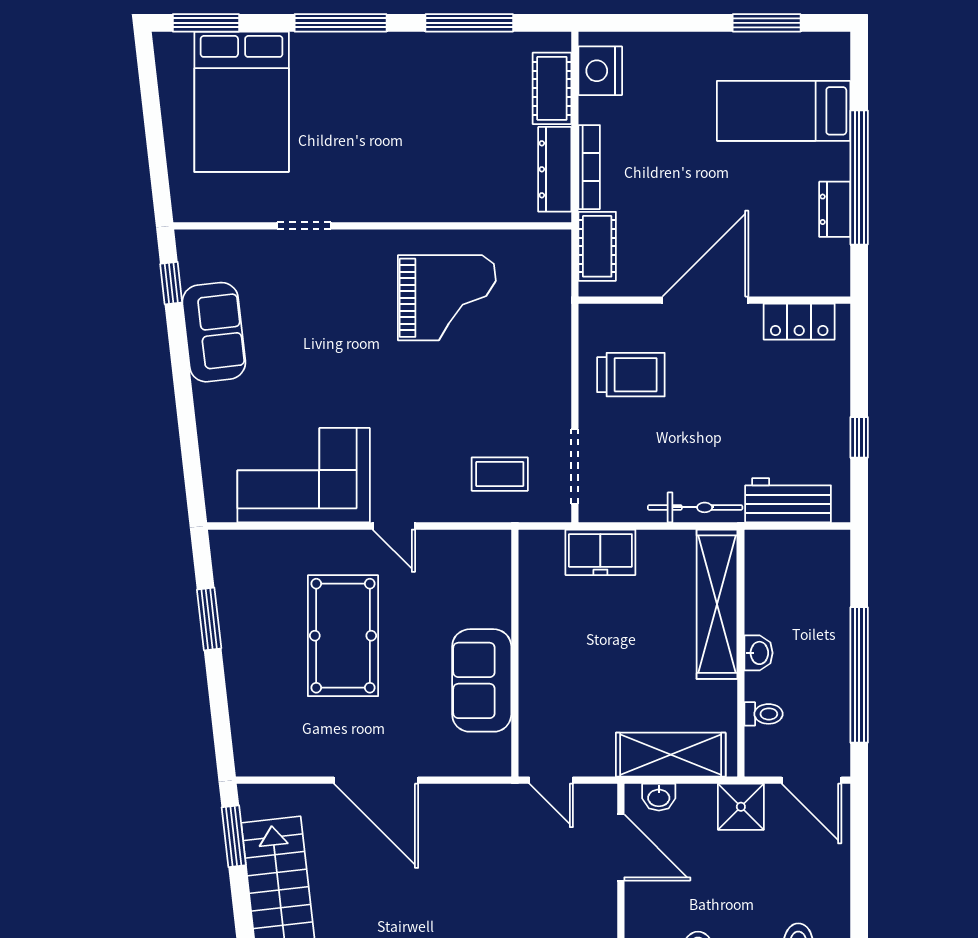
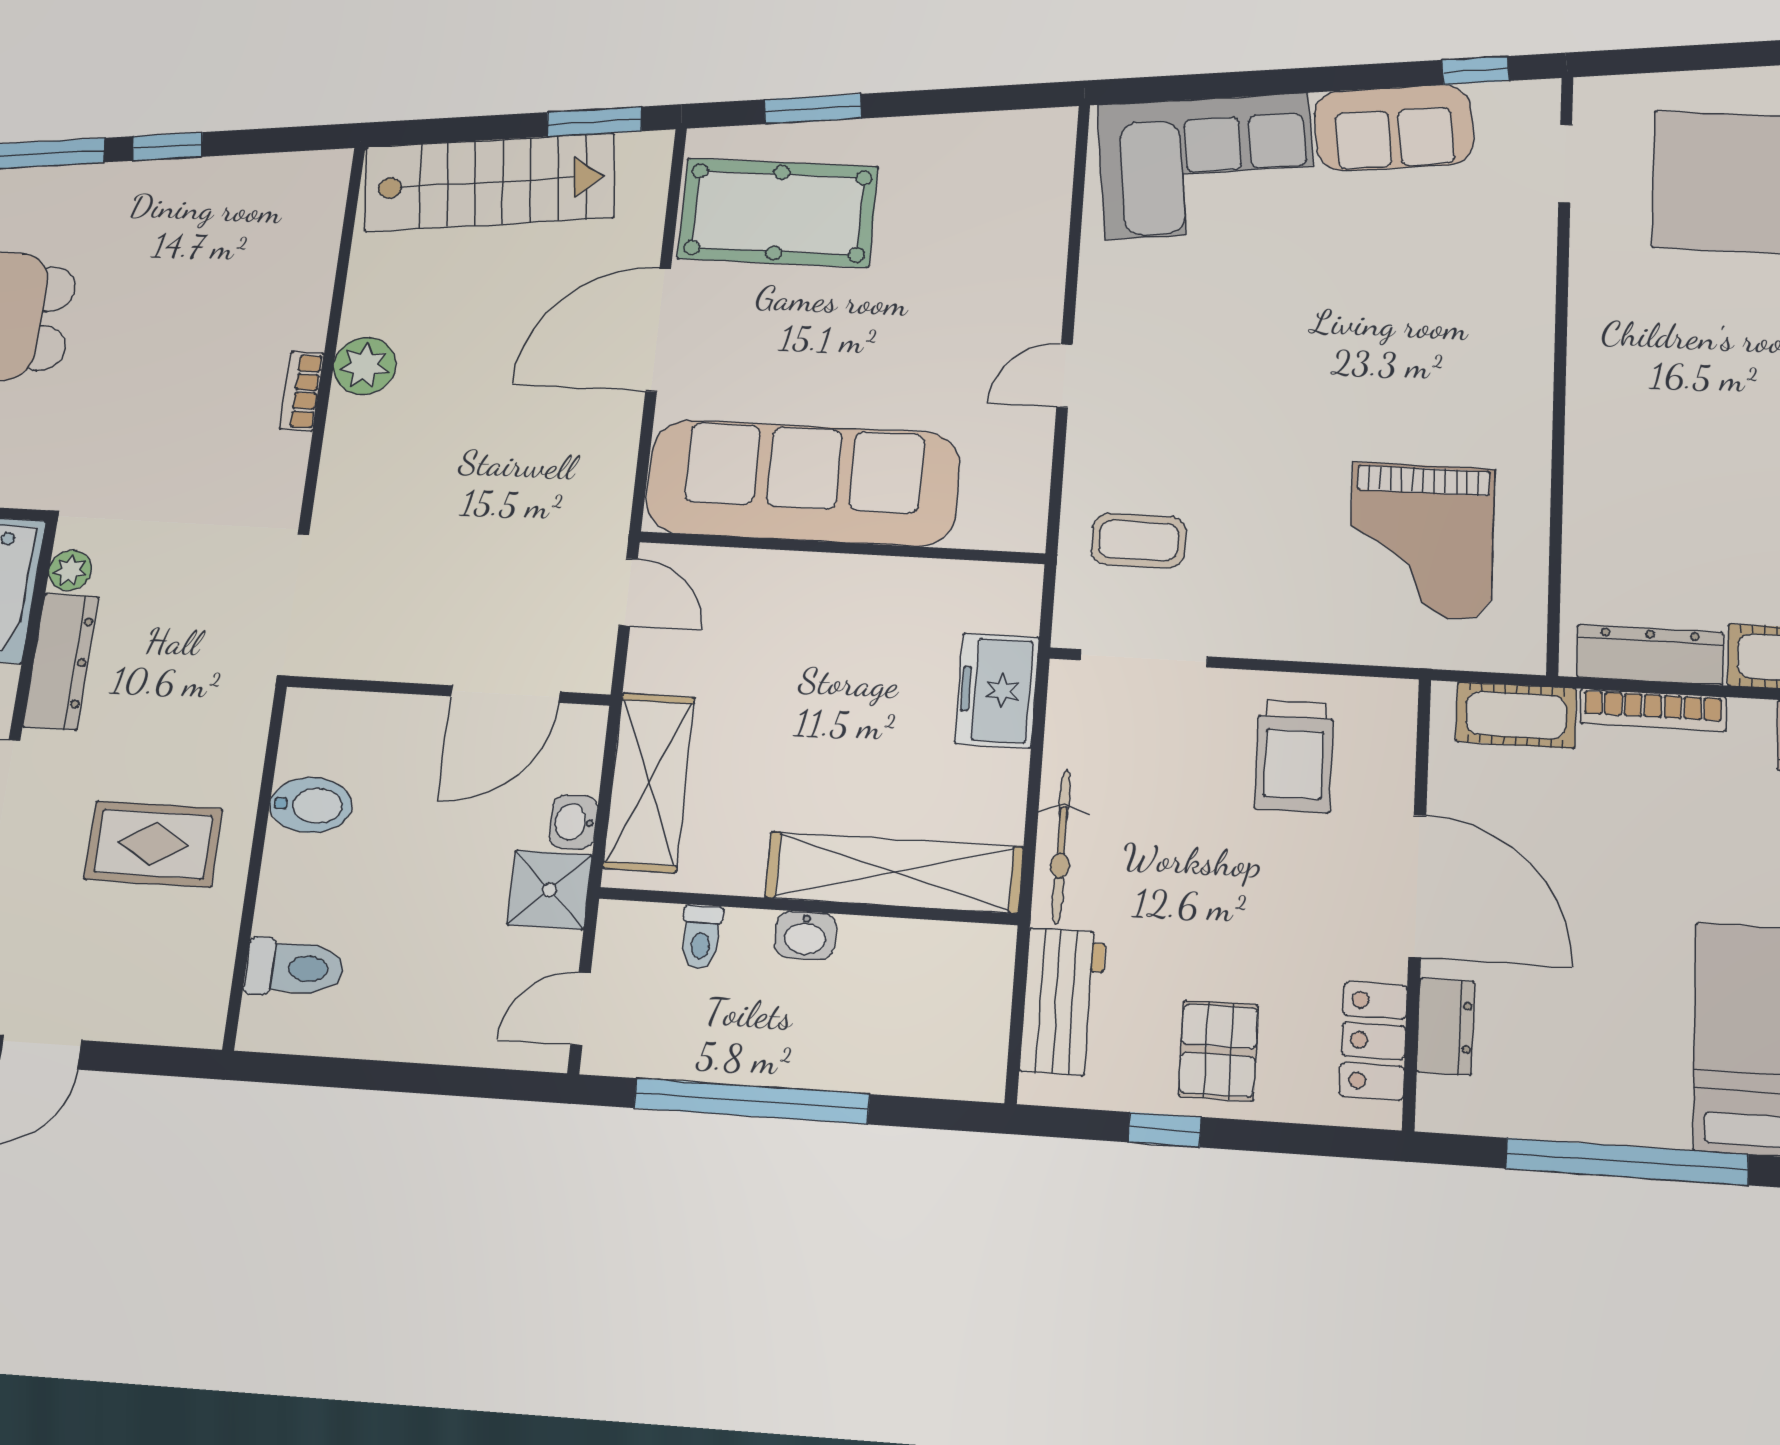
dresser: (835, 209) -> (1446, 1026), moved, turned 90
doorway: (304, 226) -> (1565, 164), moved
grand piano: (447, 298) -> (1421, 541), moved
pallet: (811, 409) -> (1218, 1050), added
coffee table: (500, 474) -> (1139, 541), turned 90
corner sofa: (304, 475) -> (1207, 166), moved, turned 84
window: (209, 619) -> (813, 109), moved
pool table: (343, 636) -> (778, 213), moved
sofa: (482, 680) -> (803, 483), width x1.85, depth x1.27
door: (551, 780) -> (628, 592), swing flipped
door: (811, 780) -> (581, 1009), width x0.73
washbasin: (659, 797) -> (573, 822), moved

